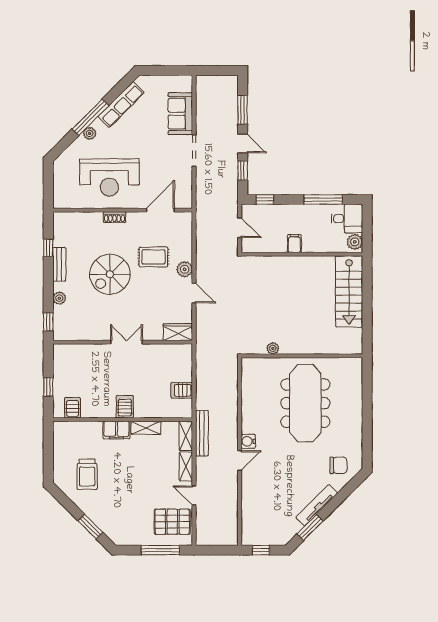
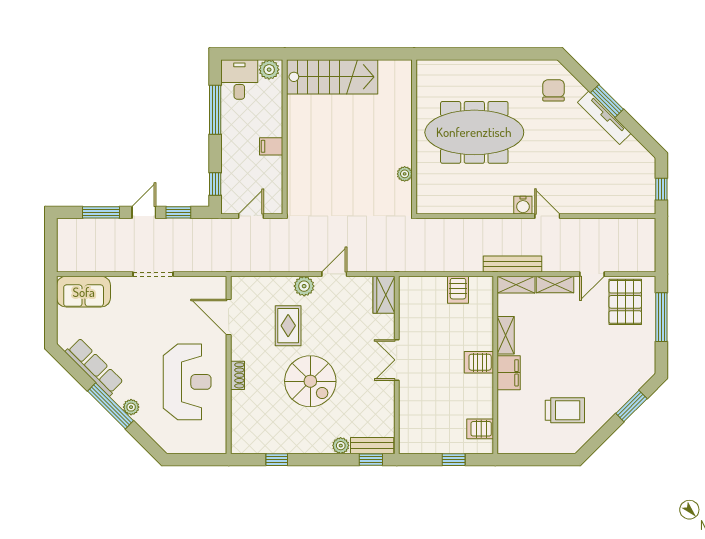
sofa: (180, 114) -> (84, 292), moved
bench: (59, 264) -> (372, 446), moved
window: (310, 527) -> (607, 101), moved

